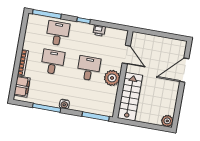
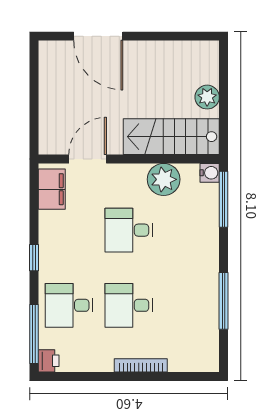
printer: (99, 31) -> (49, 361), moved
plant: (112, 78) -> (164, 179), moved
filing cabinet: (22, 86) -> (52, 189), moved, turned 90
water cooler: (64, 104) -> (210, 173), moved
plant: (167, 121) -> (207, 97), moved

